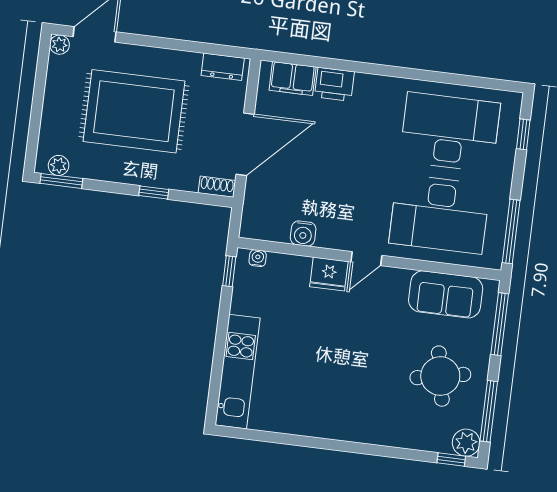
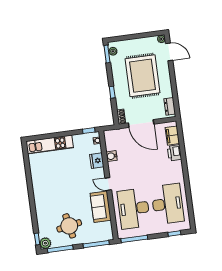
fridge: (329, 274) -> (97, 161), moved
sofa: (446, 294) -> (101, 207), moved

